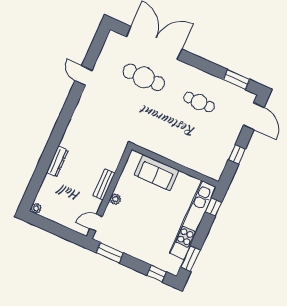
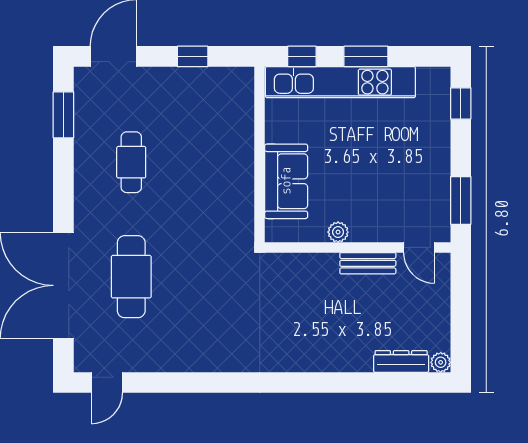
door: (83, 76) -> (107, 382), moved
dresser: (57, 162) -> (401, 361), moved
bench: (104, 184) -> (368, 263), moved
plant: (115, 199) -> (338, 232), moved
window: (190, 259) -> (366, 56), moved

